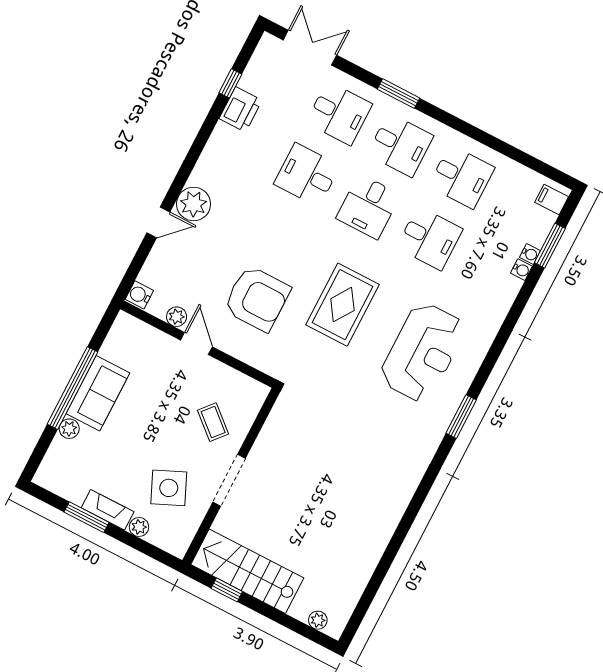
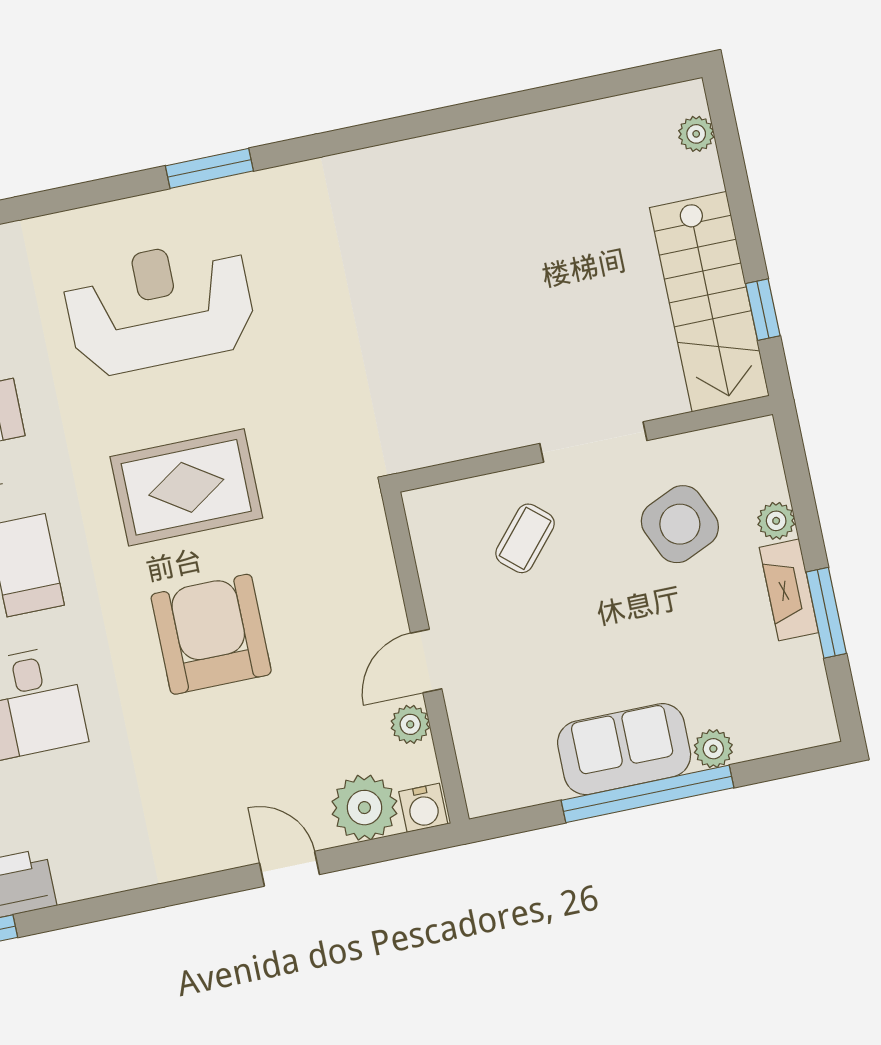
plant: (194, 204) -> (364, 808), moved
armchair: (257, 299) -> (211, 634), moved

